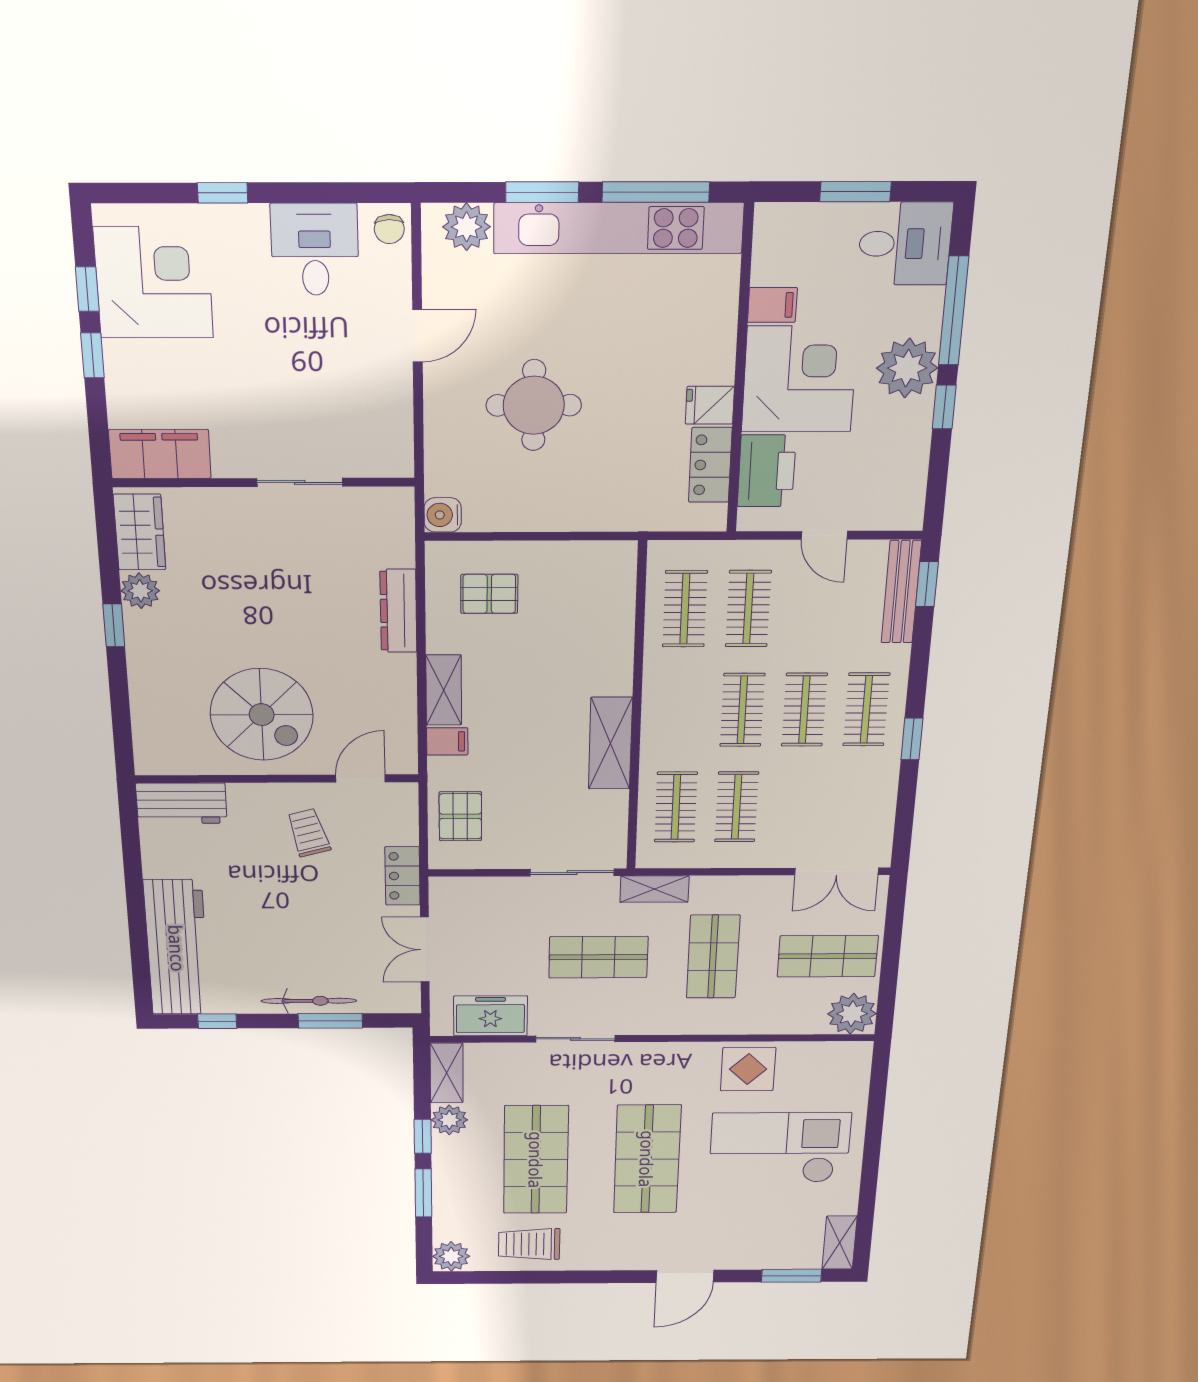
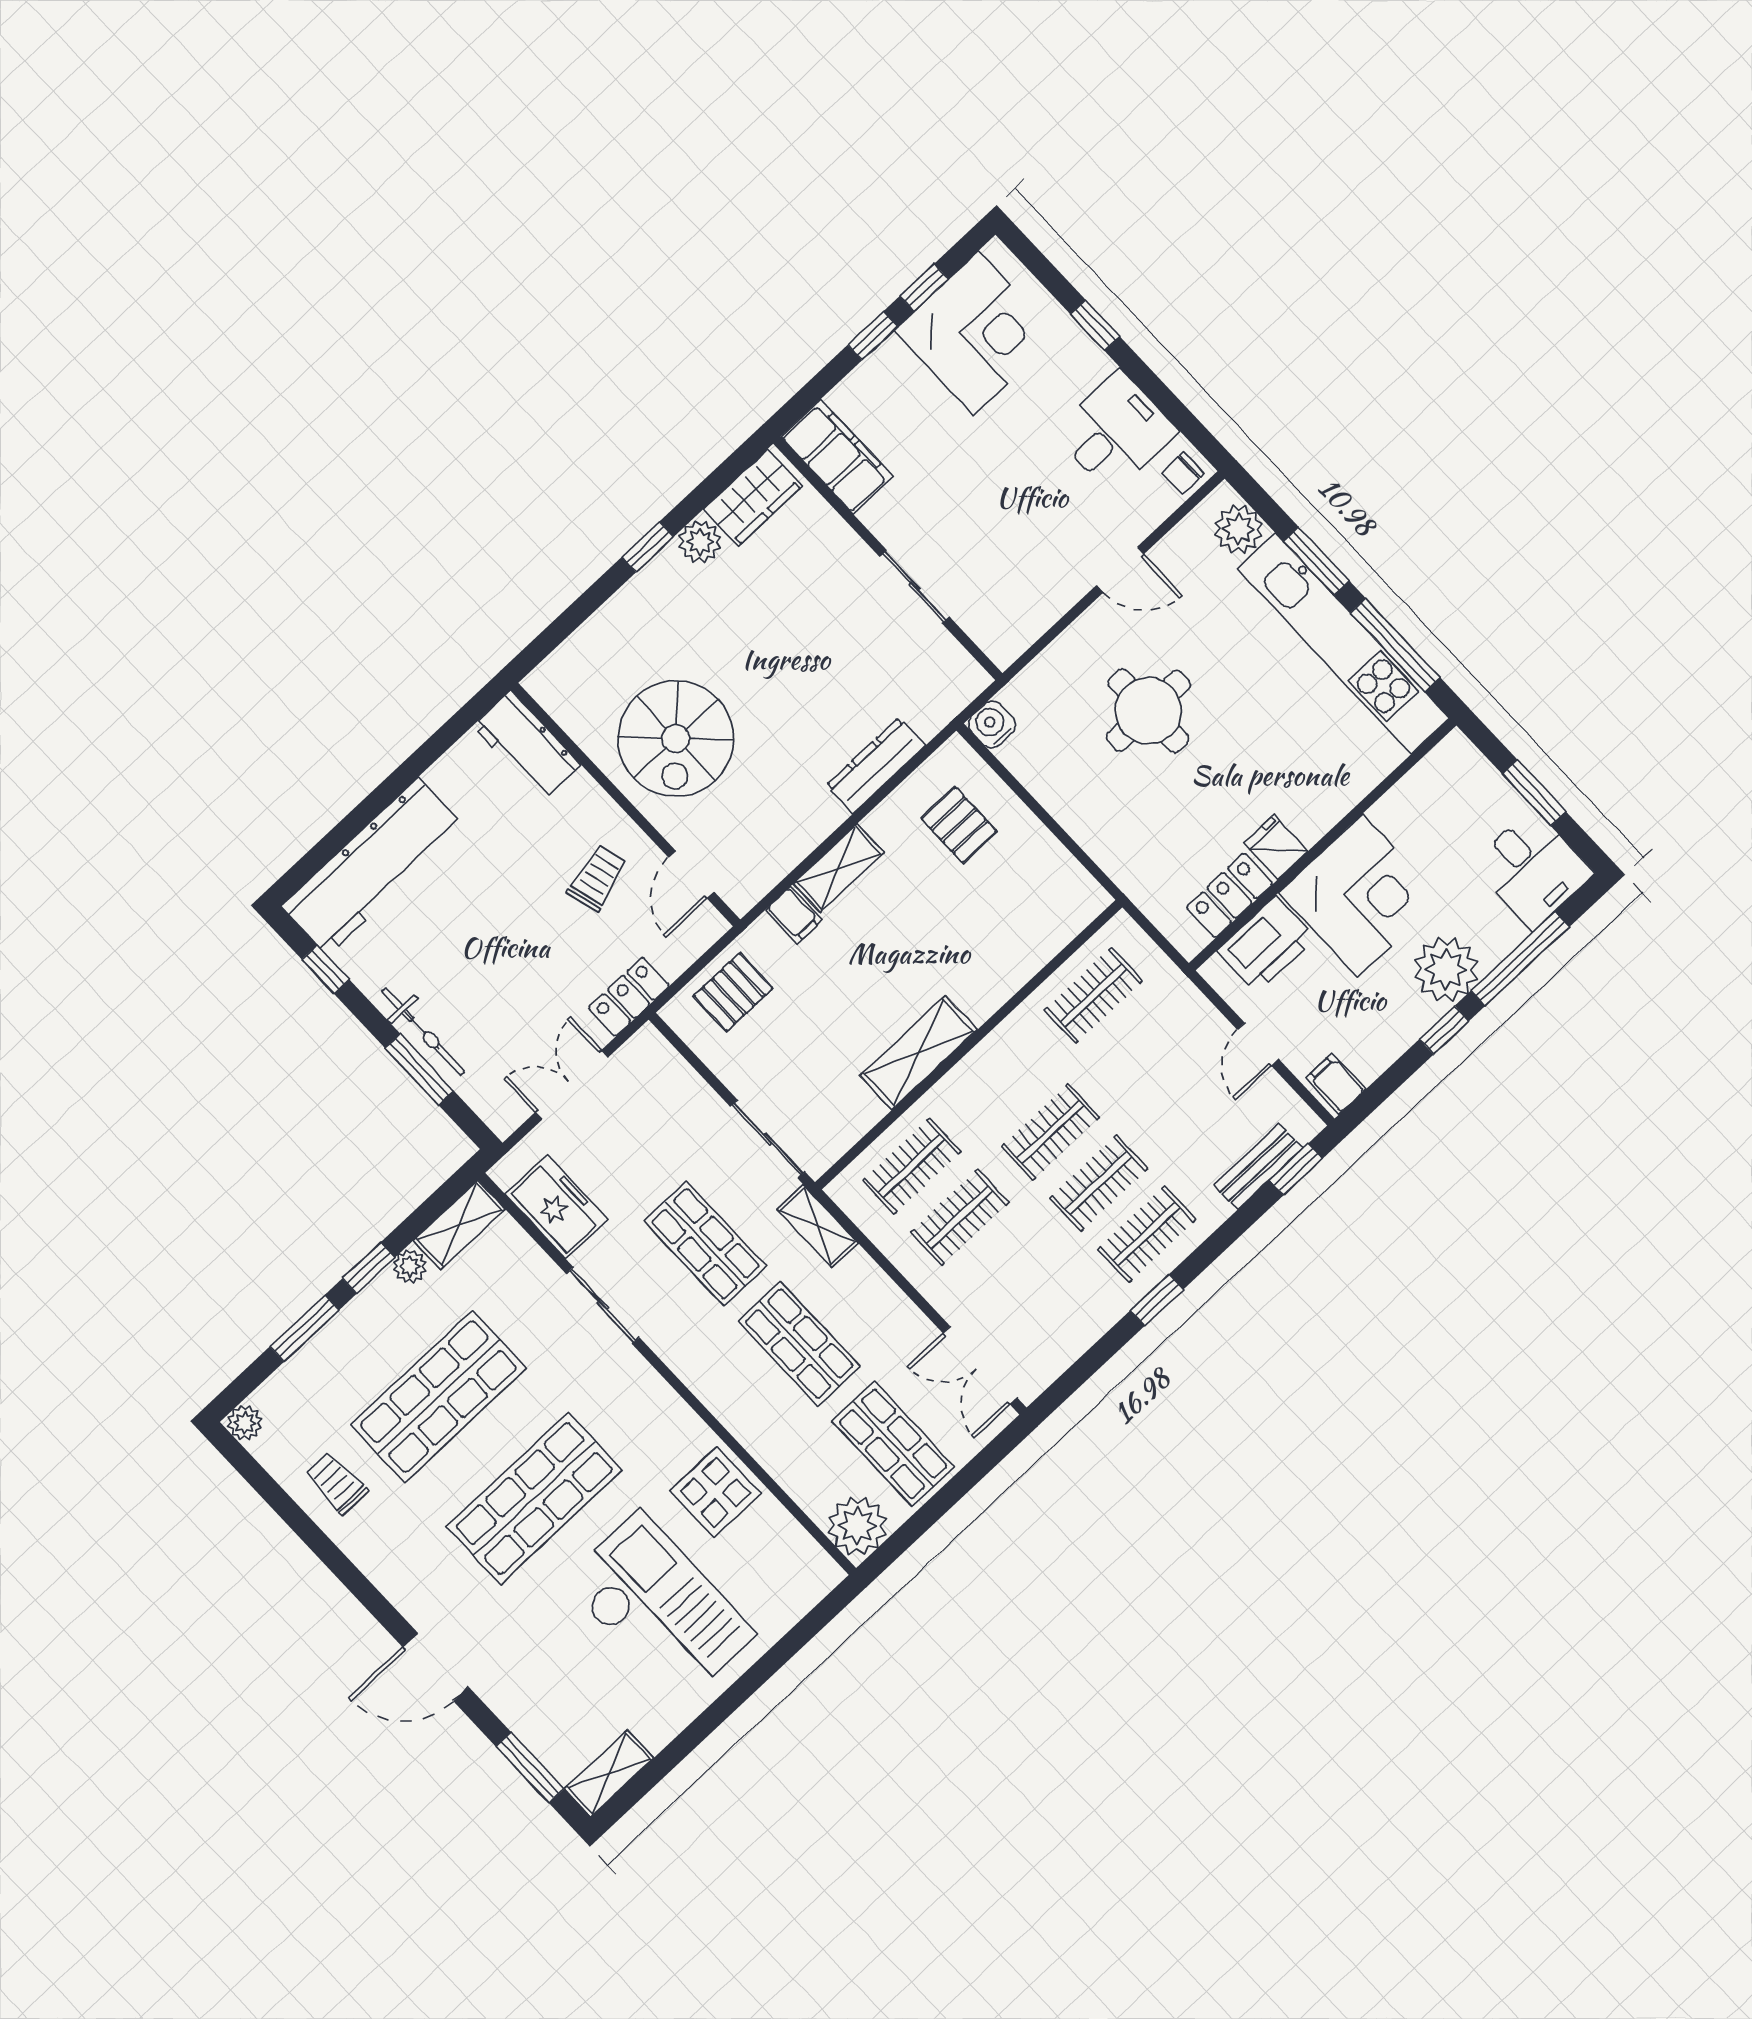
filing cabinet: (772, 305) -> (1336, 1084), moved, turned 180
bench: (901, 592) -> (1258, 1167), width x0.73
clothes rail: (748, 609) -> (1141, 1047), removed
door: (360, 778) -> (691, 875), swing flipped
shop shelf: (713, 957) -> (799, 1344), turned 90
plant: (449, 1120) -> (410, 1266), width x0.73, depth x0.73
trolley: (529, 1244) -> (336, 1483), width x0.73, depth x0.72
plant: (451, 1256) -> (245, 1423), width x0.73, depth x0.73

